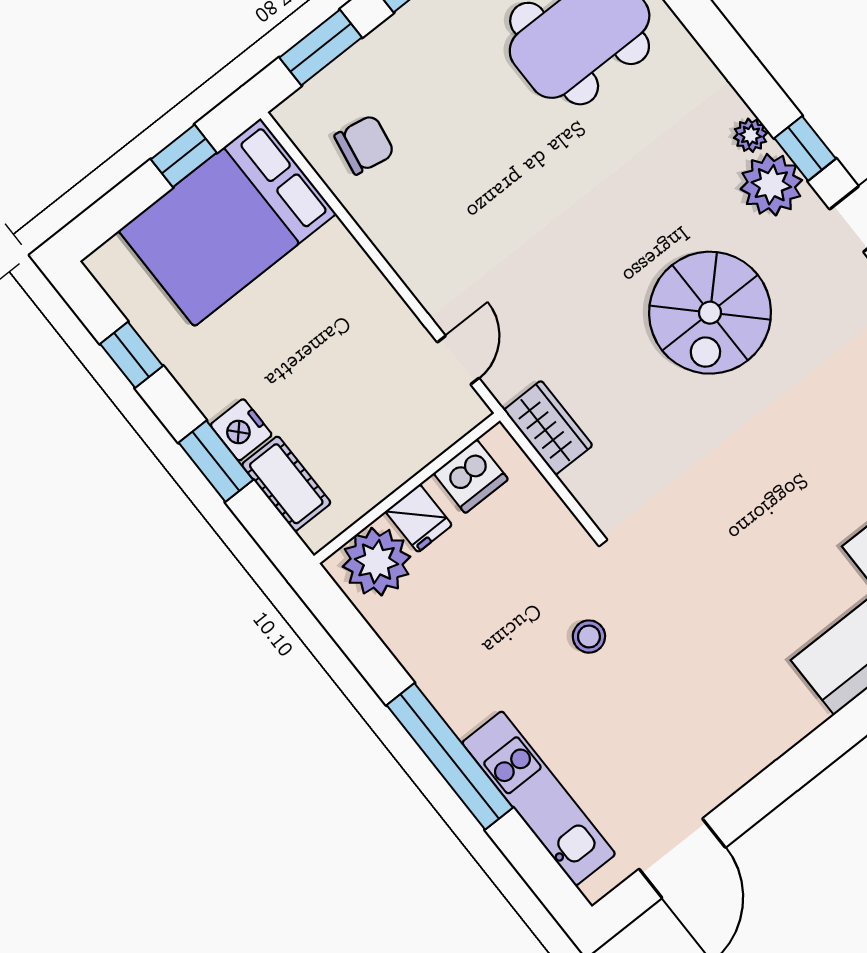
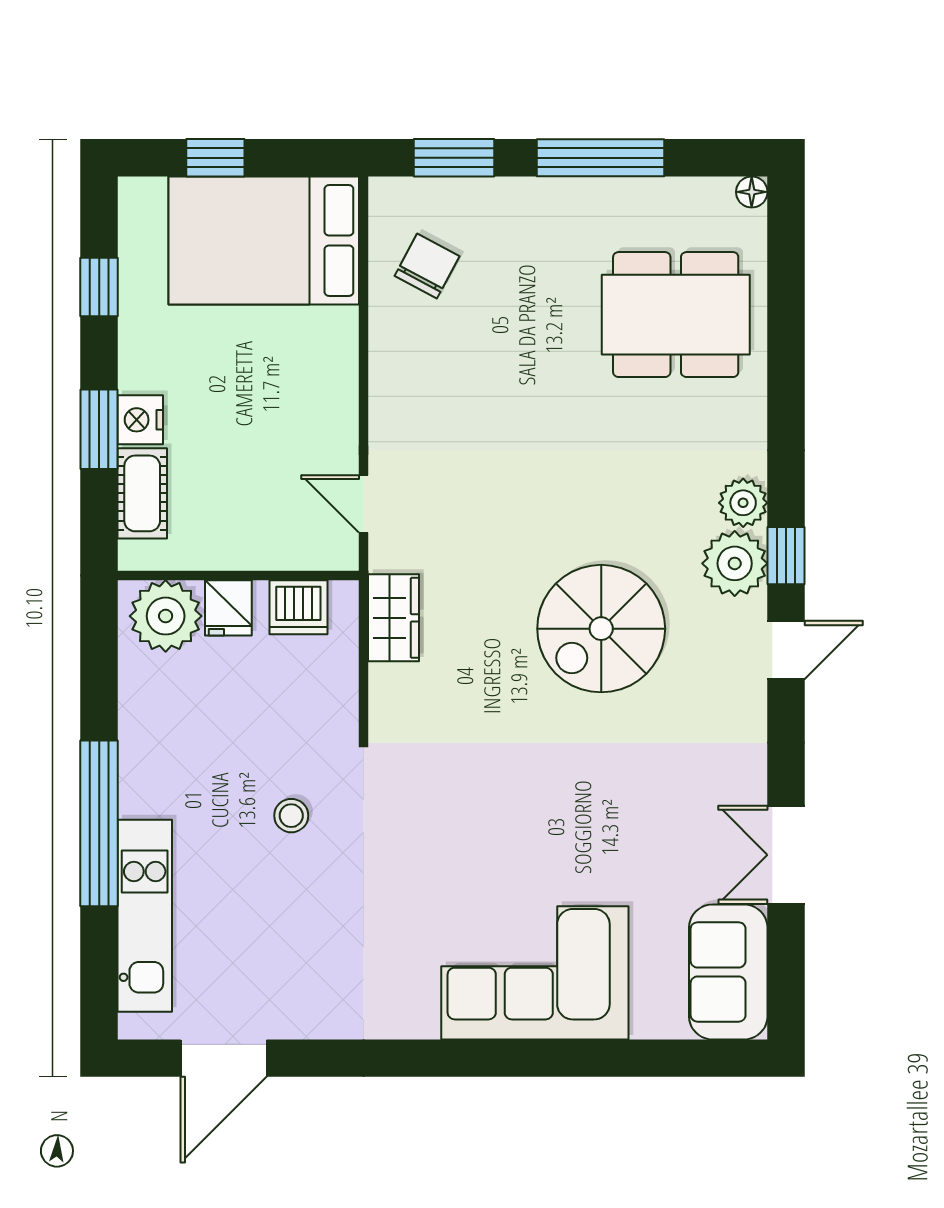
plant: (750, 135) -> (743, 503), width x1.38, depth x1.38
chair: (365, 145) -> (427, 266), turned -72
window: (184, 156) -> (215, 158), moved
door: (458, 360) -> (364, 504), swing flipped

